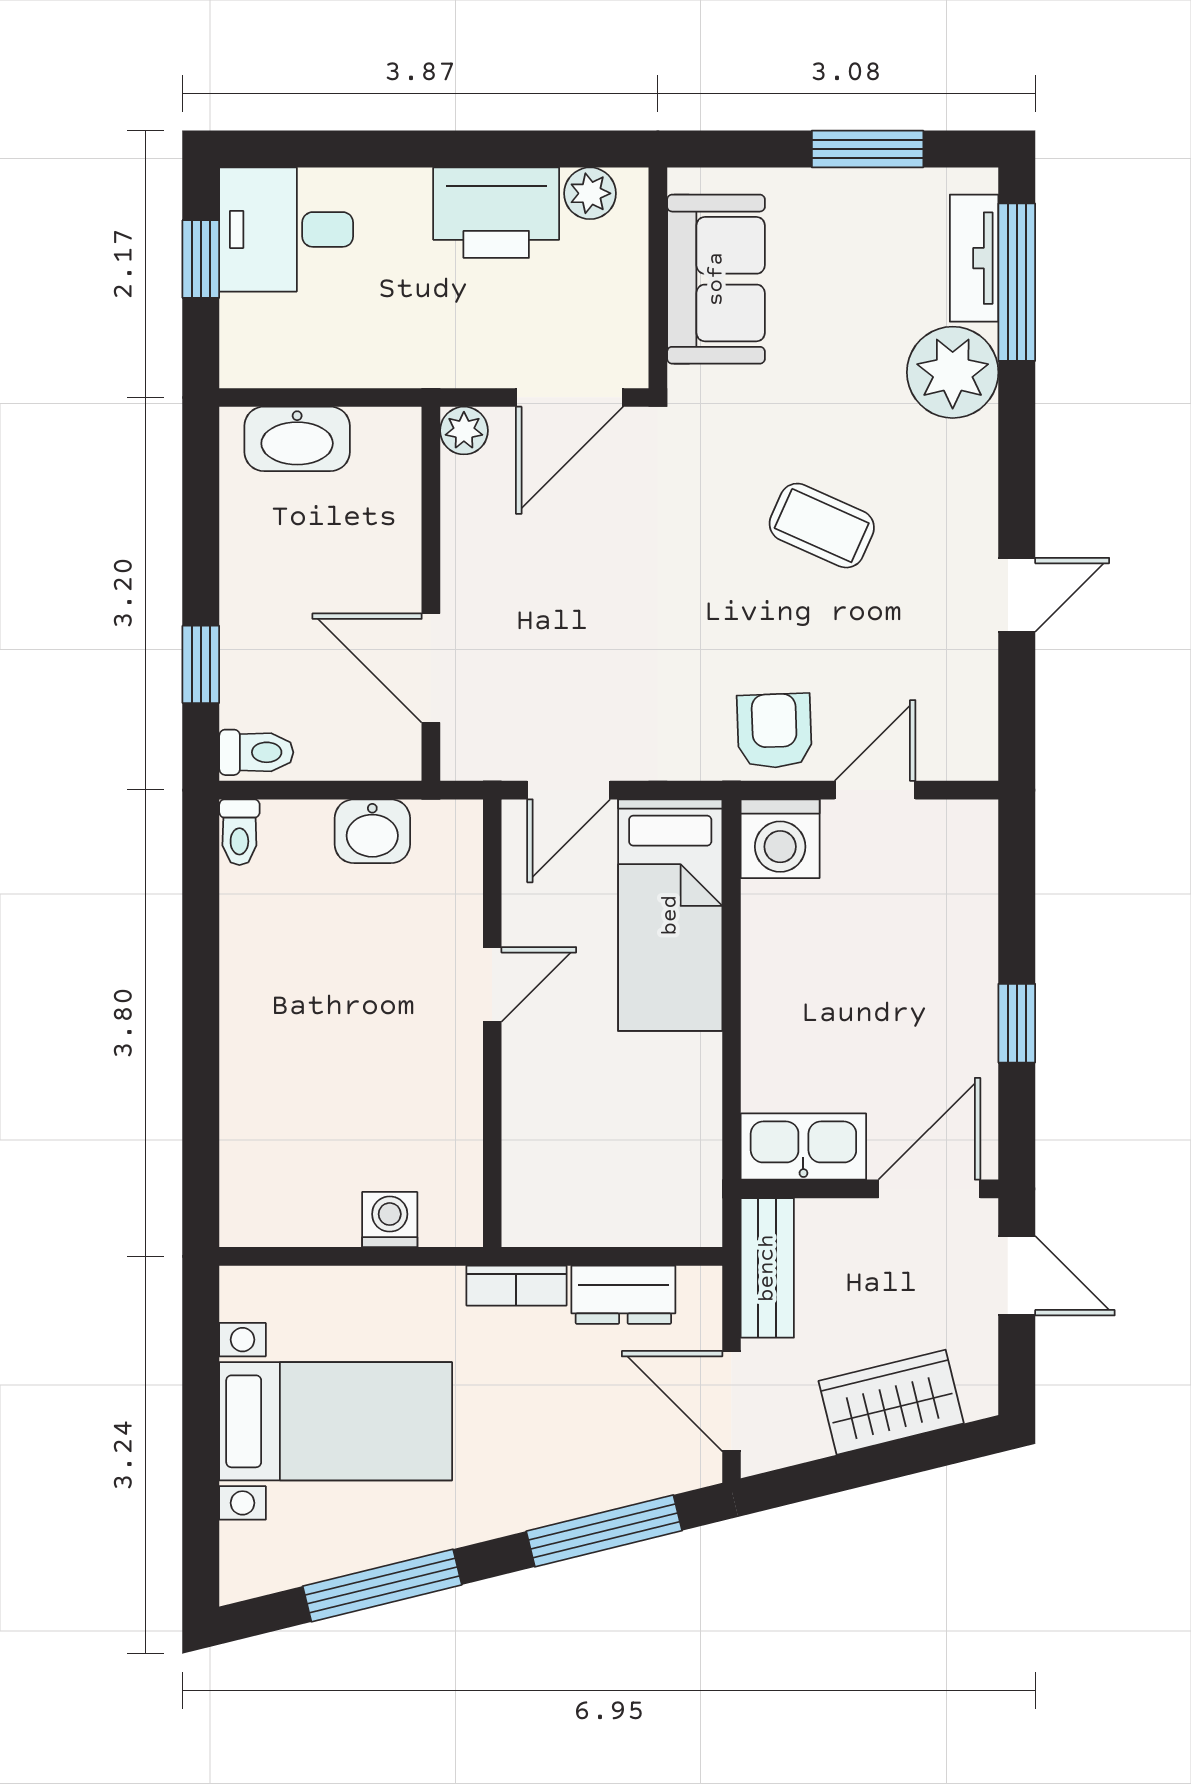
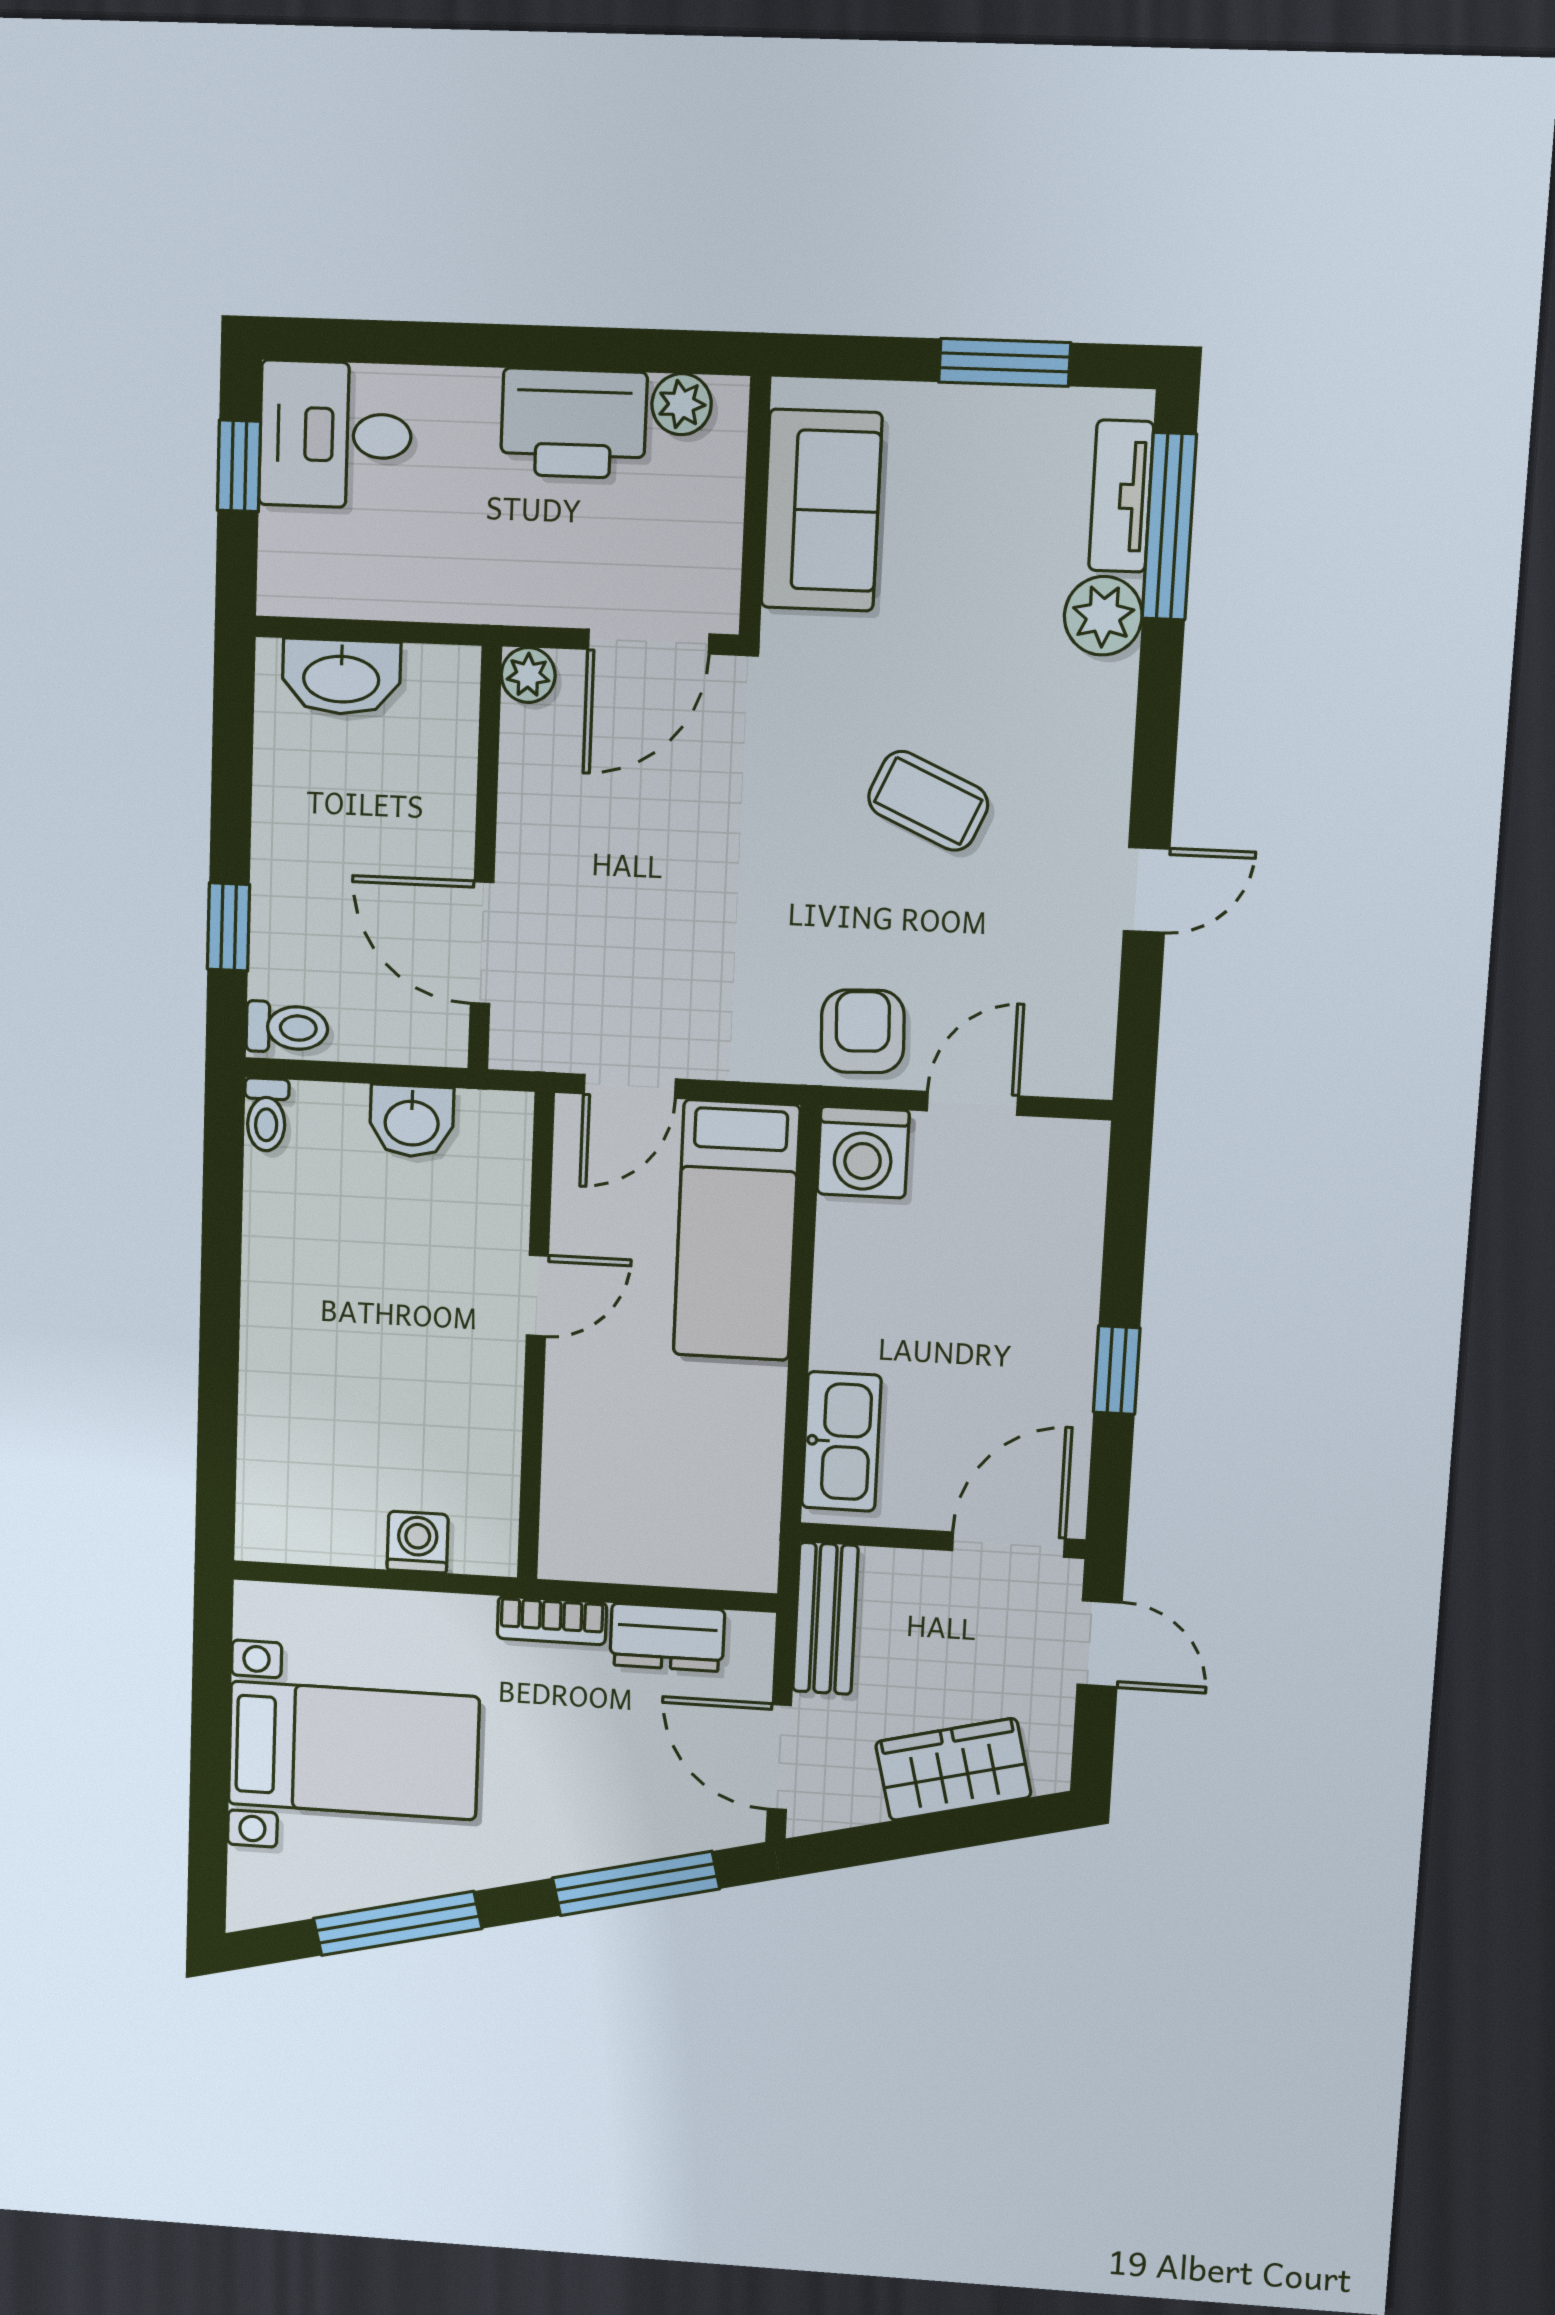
plant: (953, 372) -> (1103, 616), width x0.73, depth x0.73
kitchen sink: (803, 1147) -> (841, 1441), moved, turned 90

